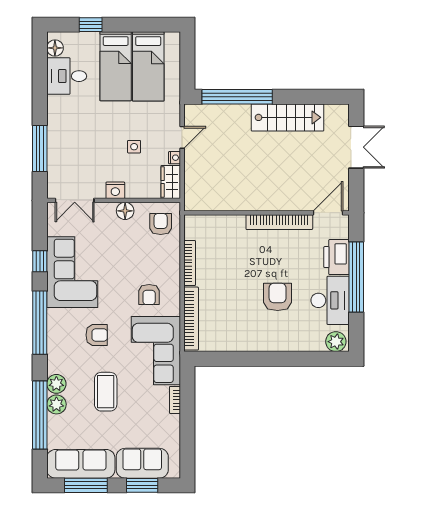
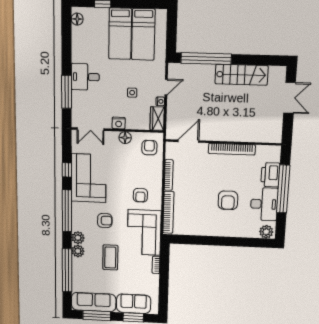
desk: (67, 76) -> (85, 77), moved
door: (328, 213) -> (188, 141), moved
armchair: (278, 297) -> (228, 200), turned 180
plant: (56, 404) -> (78, 238), moved

